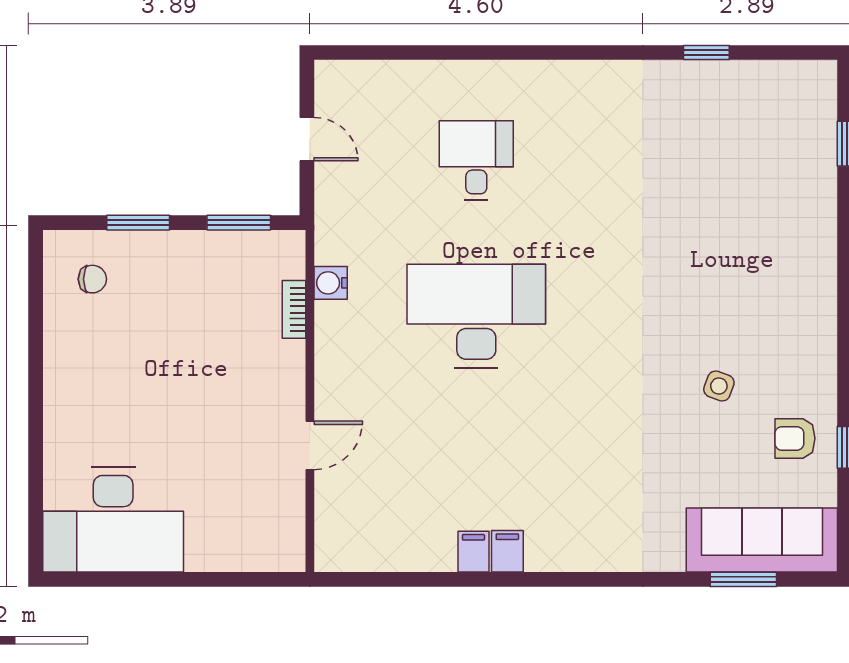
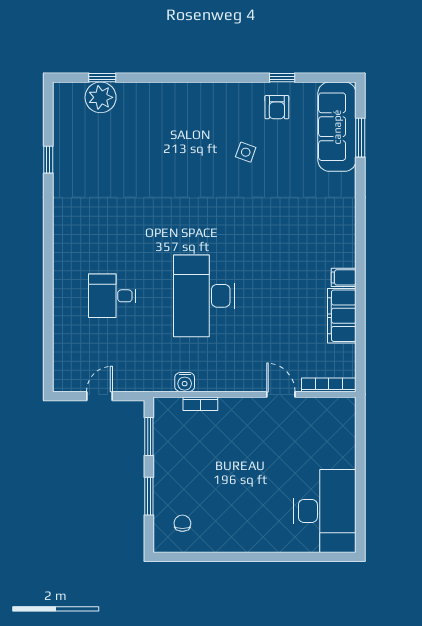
plant: (811, 141) -> (101, 97), added
bookcase: (326, 526) -> (329, 385), added
filing cabinet: (473, 552) -> (342, 316), width x3.00, depth x1.17

